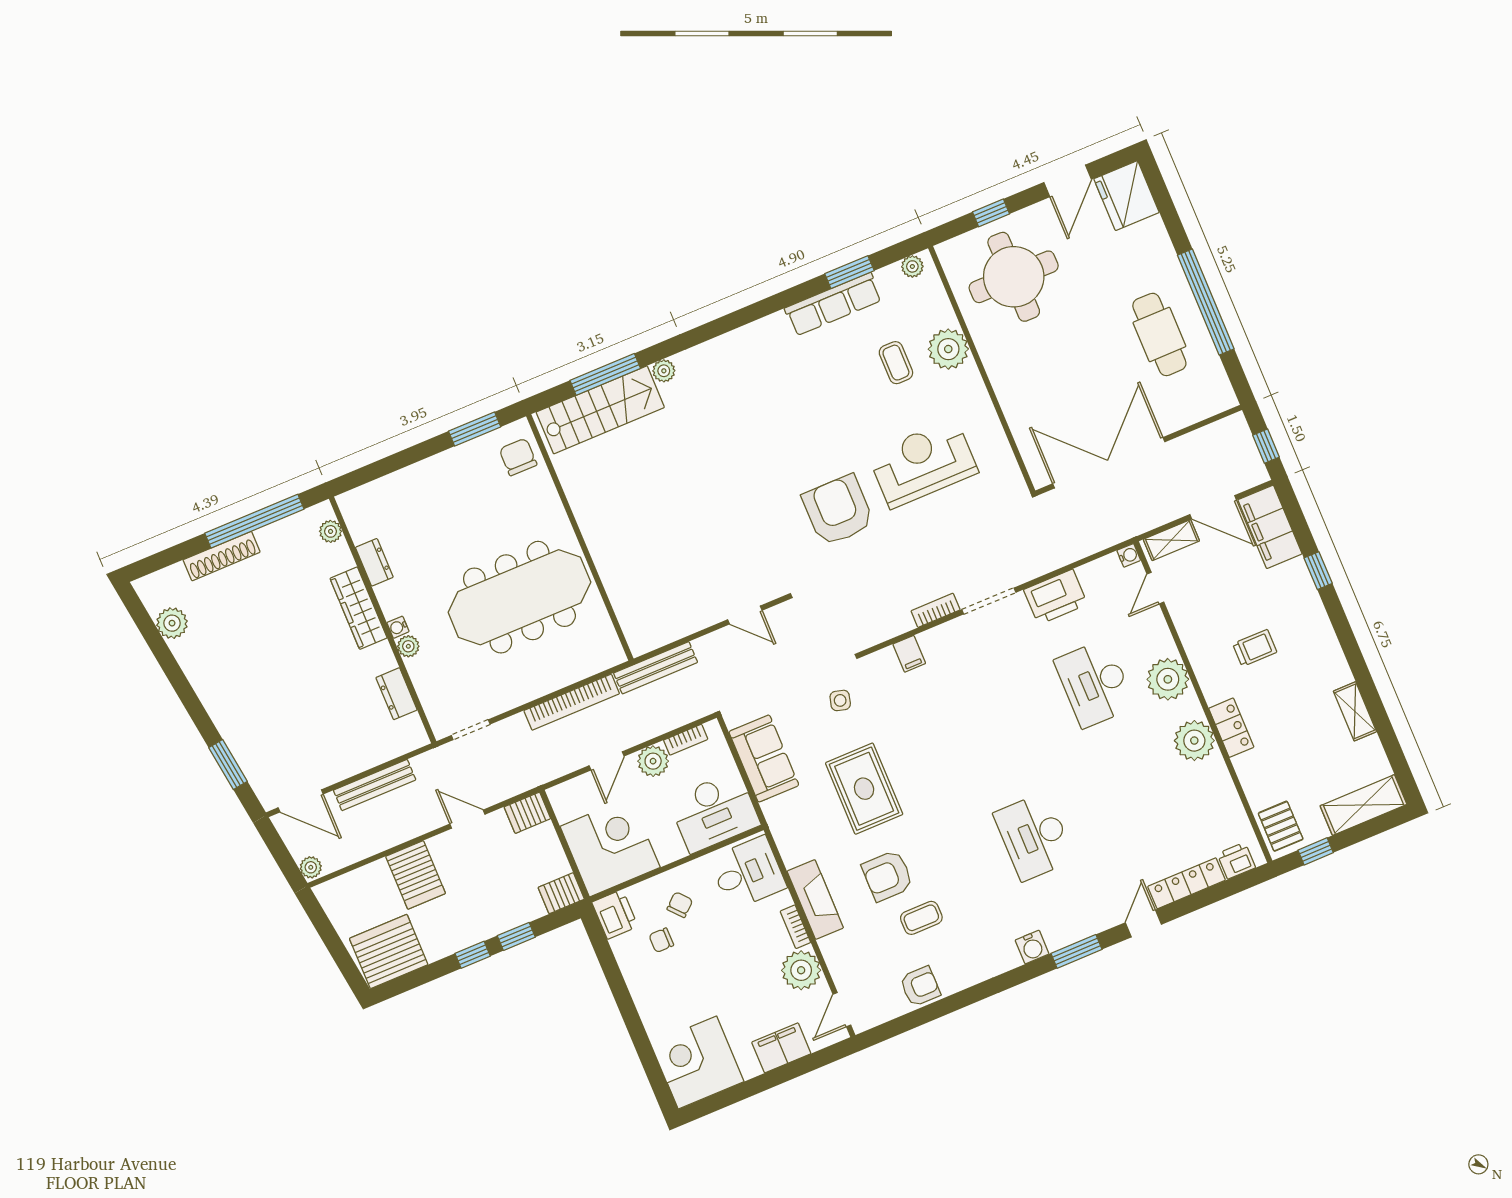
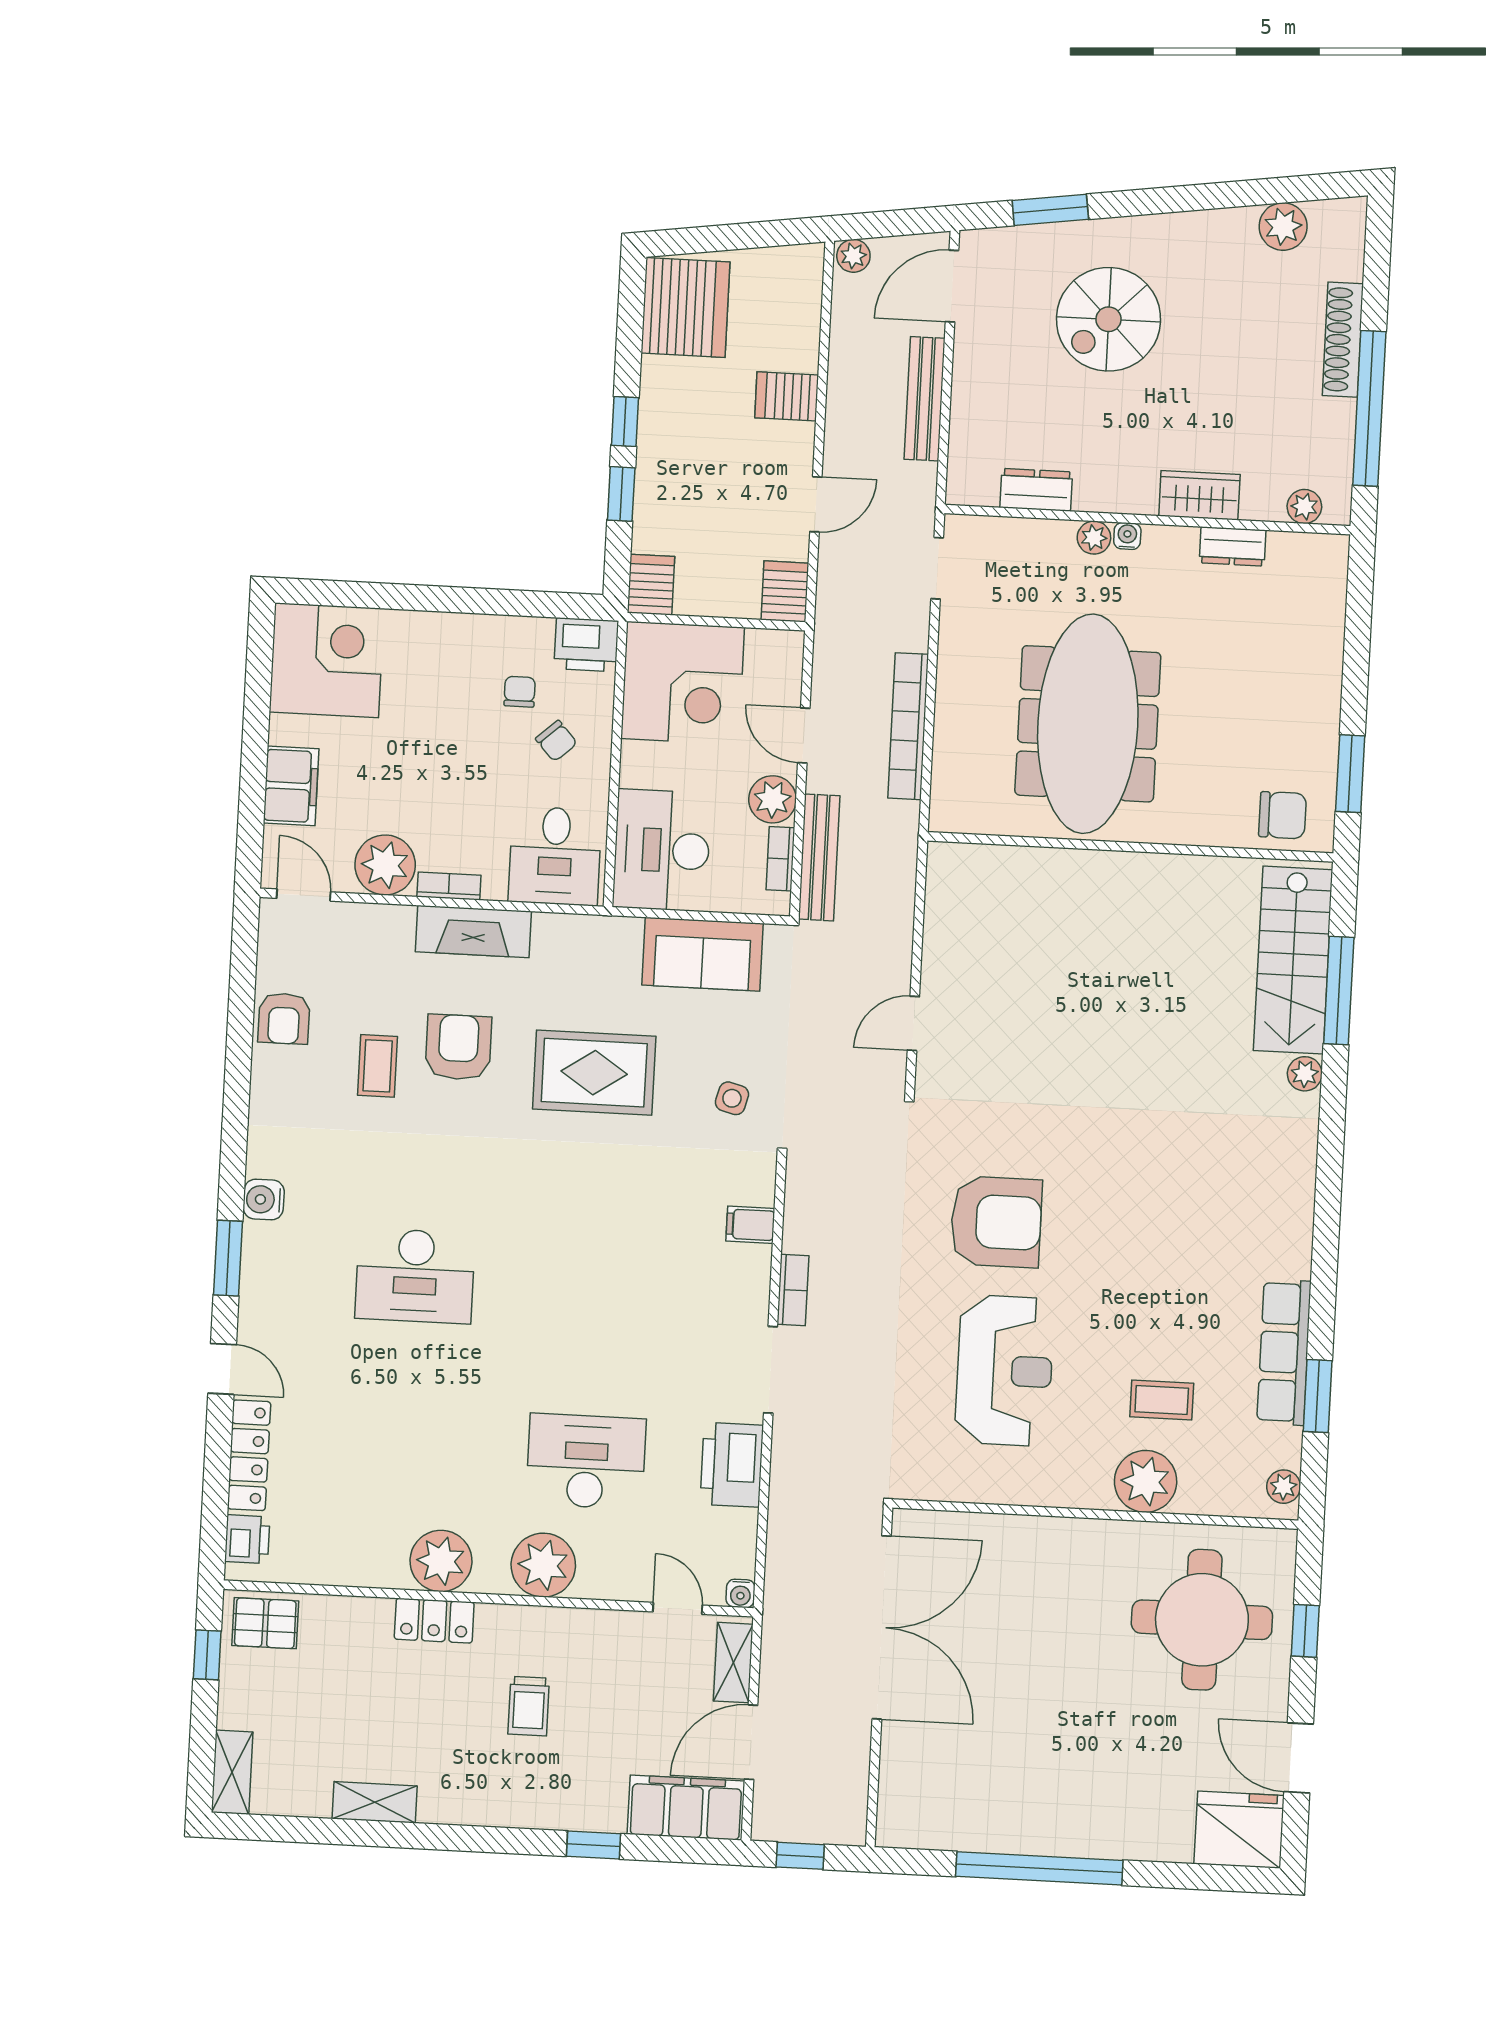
cafe table: (1159, 334) -> (1025, 1783), removed
wardrobe: (359, 608) -> (1199, 495), width x0.67
bench: (656, 668) -> (819, 857), moved
spiral stairs: (276, 699) -> (1109, 319), added
shelving: (1364, 805) -> (232, 1772), width x0.67, depth x0.75
desk: (1034, 836) -> (415, 1276), turned 180
server rack: (416, 875) -> (787, 396), width x0.73, depth x0.70

